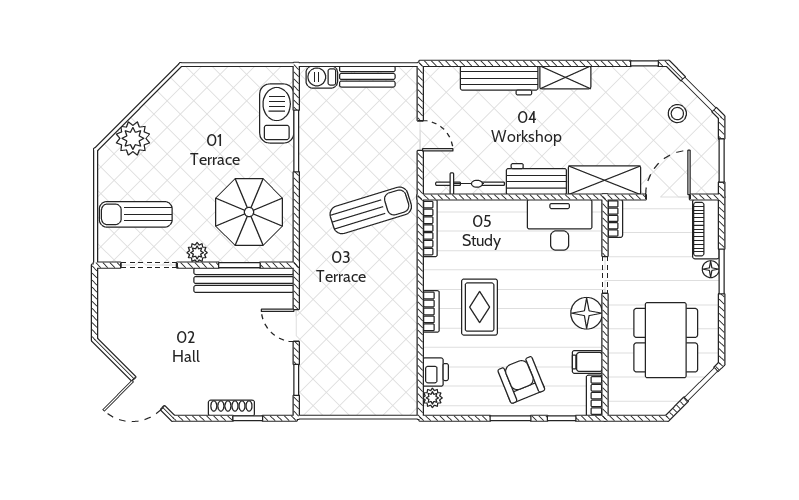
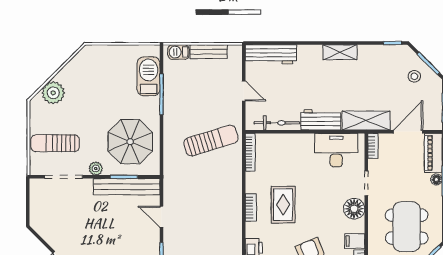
workbench: (499, 80) -> (271, 54), moved

